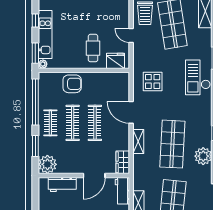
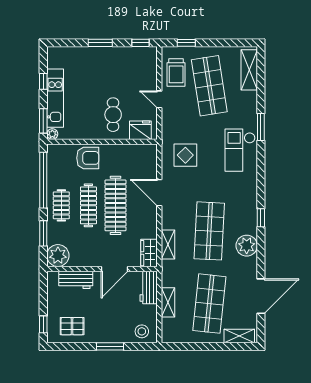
clothes rail: (95, 123) -> (116, 205), width x1.37, depth x1.31
shelving: (138, 141) -> (168, 244), moved

